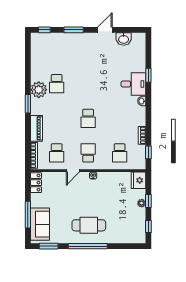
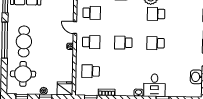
school desk: (88, 84) -> (155, 43), added
school desk: (57, 153) -> (92, 13), turned 180
round table: (124, 226) -> (23, 74), added

